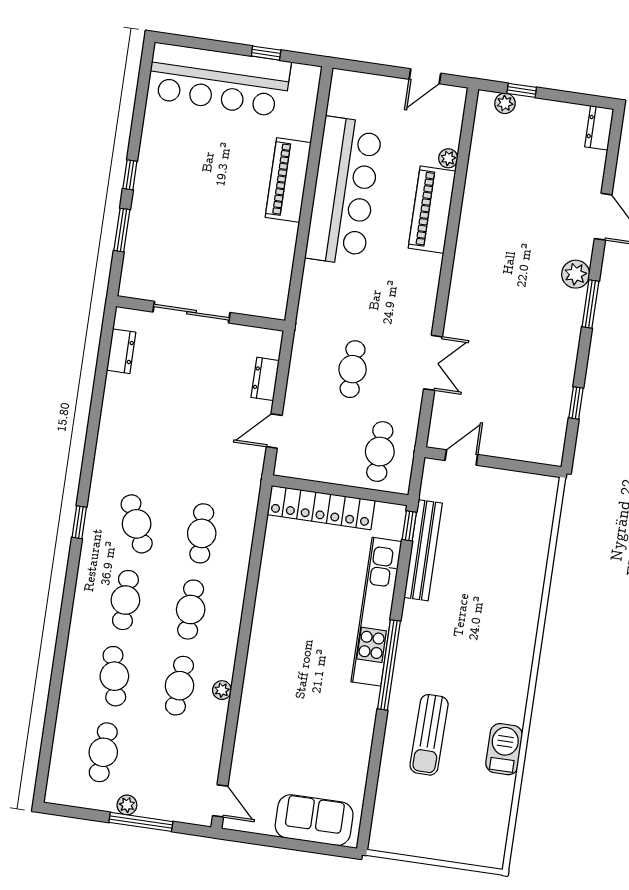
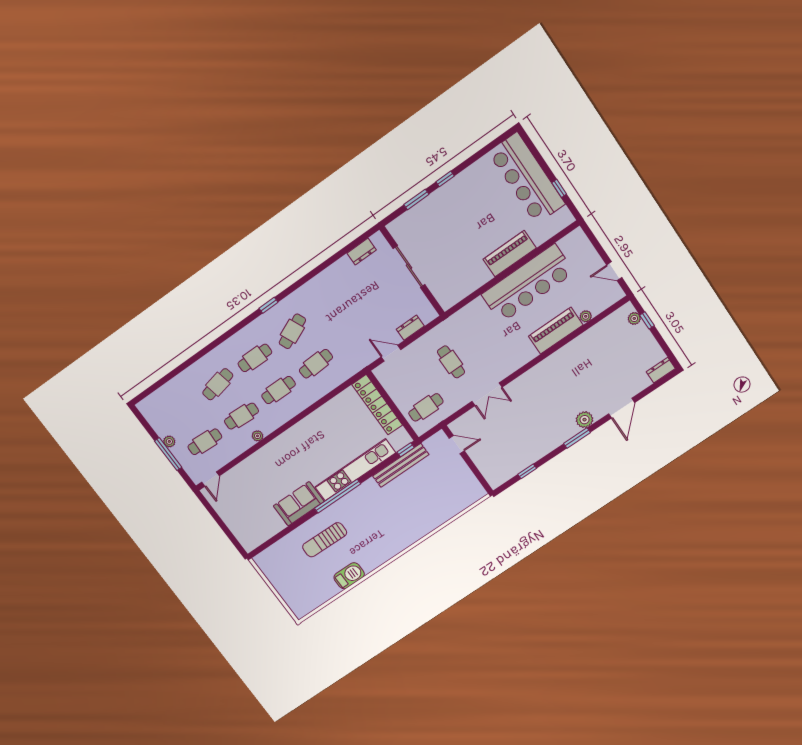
cafe table: (353, 369) -> (451, 362), turned 90
cafe table: (103, 752) -> (205, 442), moved
sofa: (314, 820) -> (299, 504), moved, turned -90

